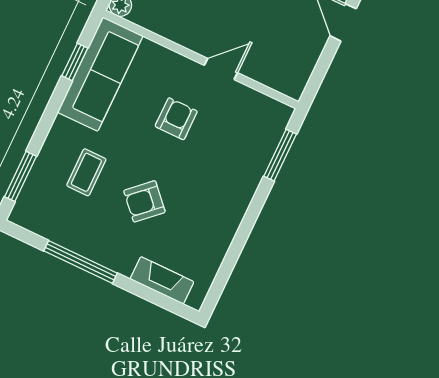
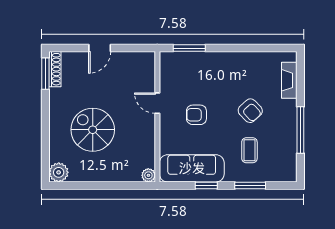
window: (75, 62) -> (206, 186), moved
coffee table: (86, 172) -> (249, 150), turned 90
window: (20, 176) -> (250, 186), moved

